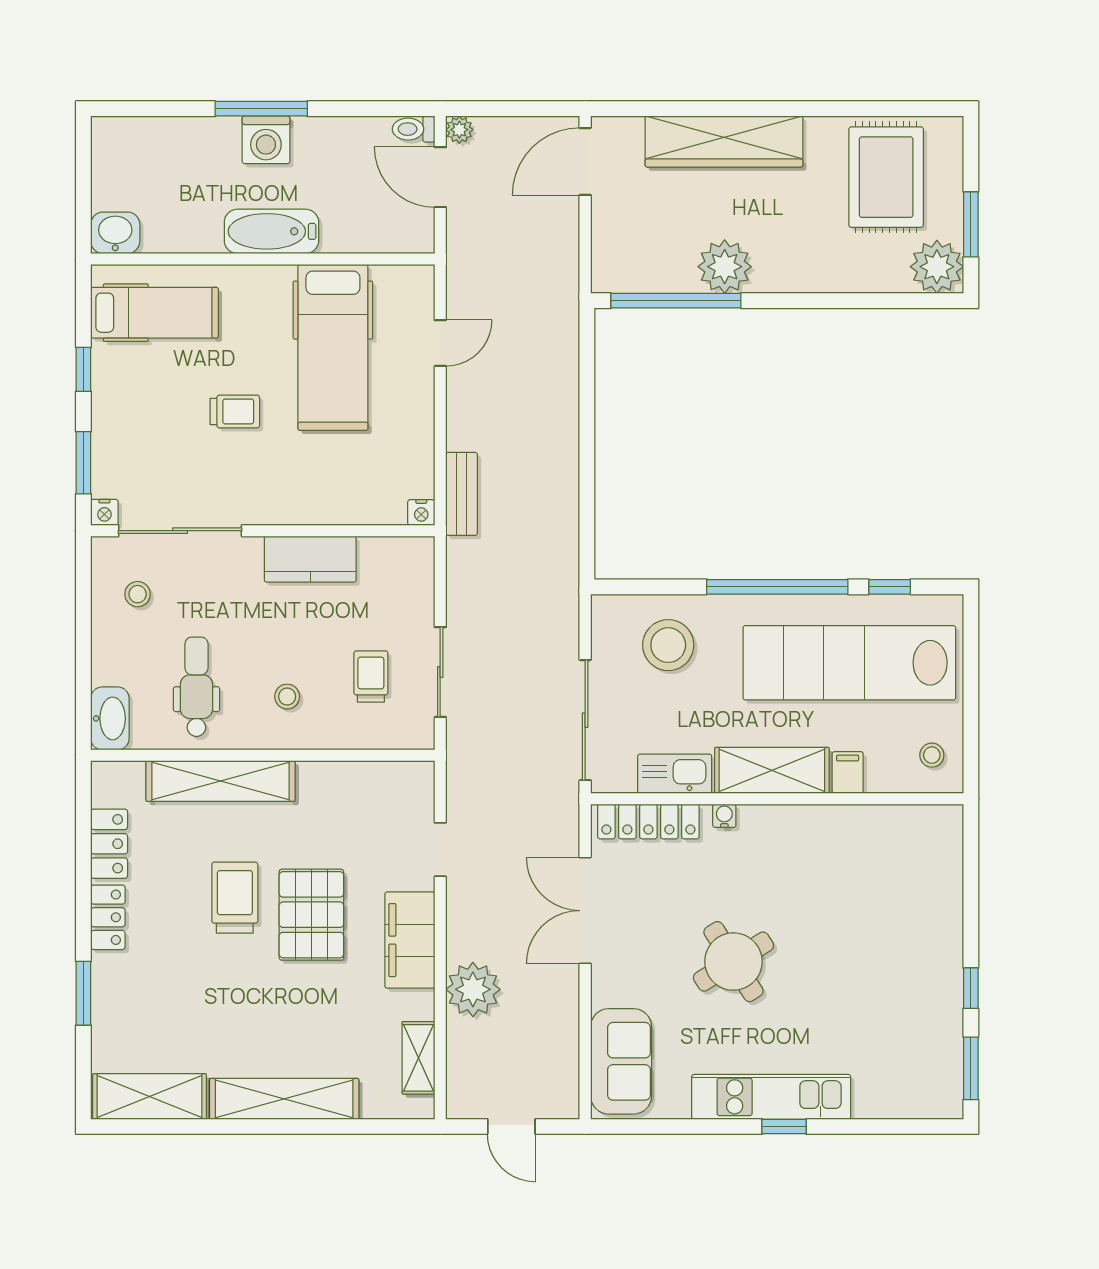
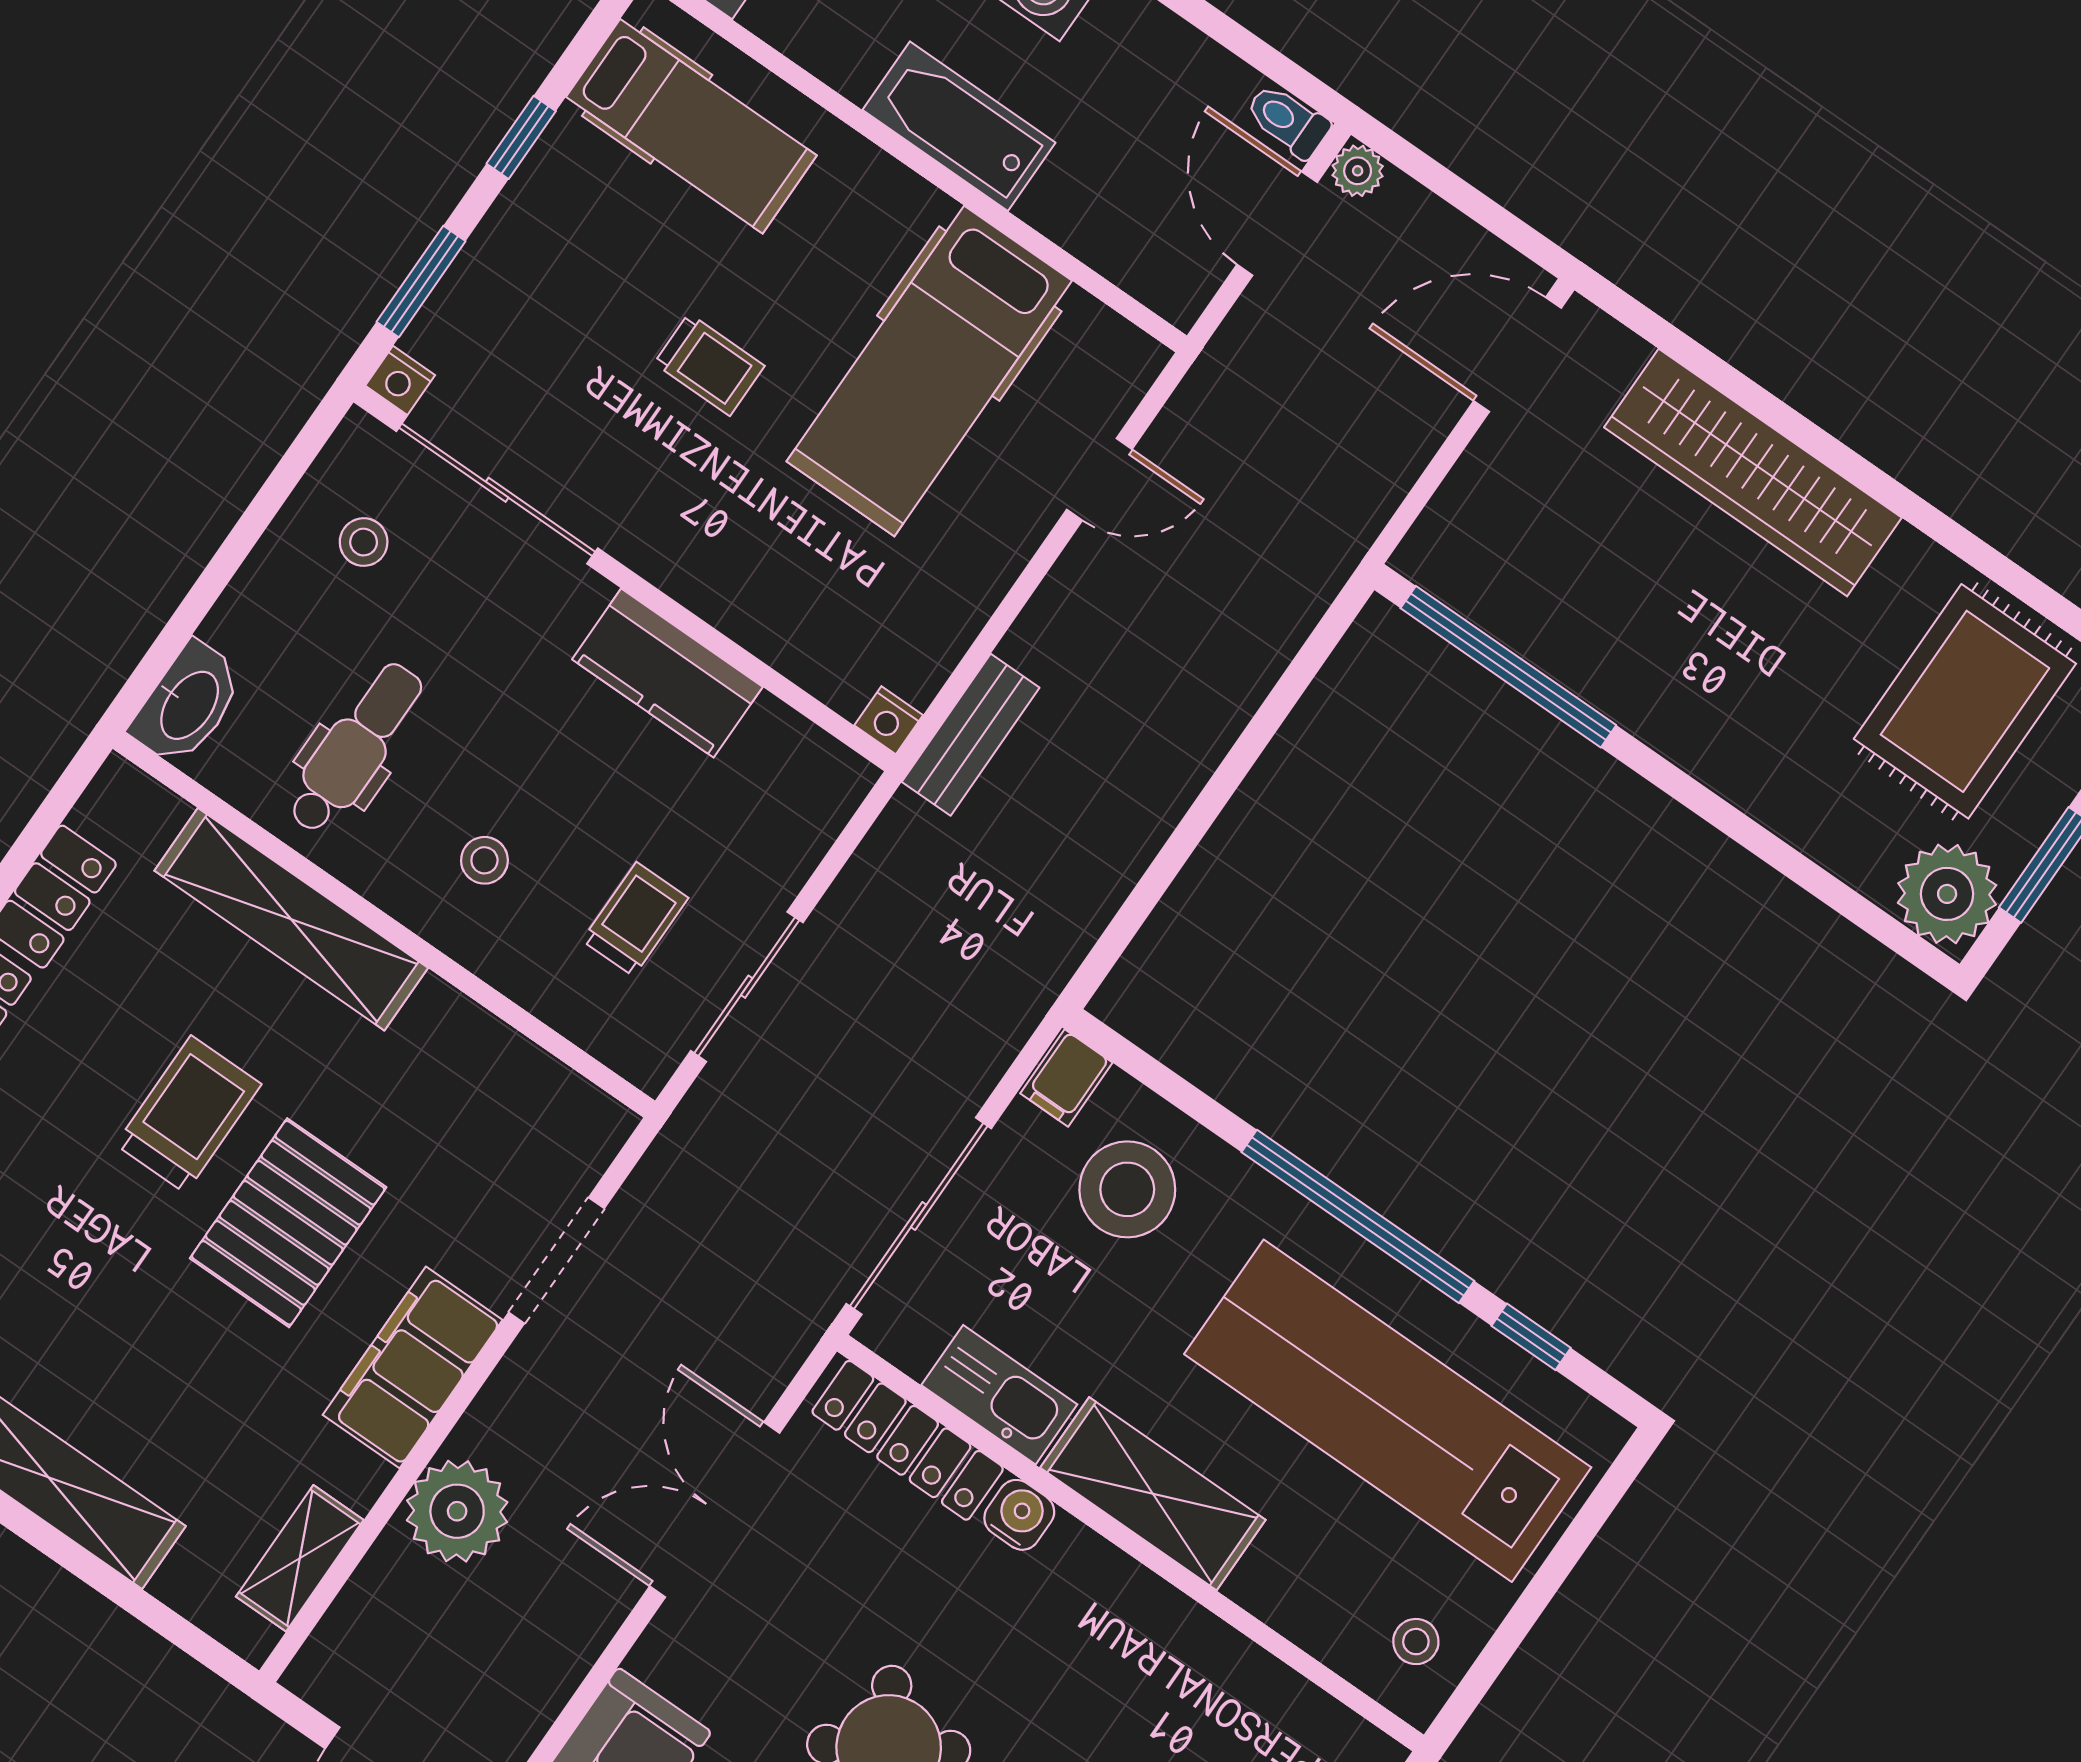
plant: (725, 267) -> (1620, 666), removed
filing cabinet: (848, 772) -> (1066, 1078), moved, turned 180
water cooler: (724, 816) -> (1019, 1515), width x1.38, depth x1.38
doorway: (440, 850) -> (557, 1260), width x1.38

